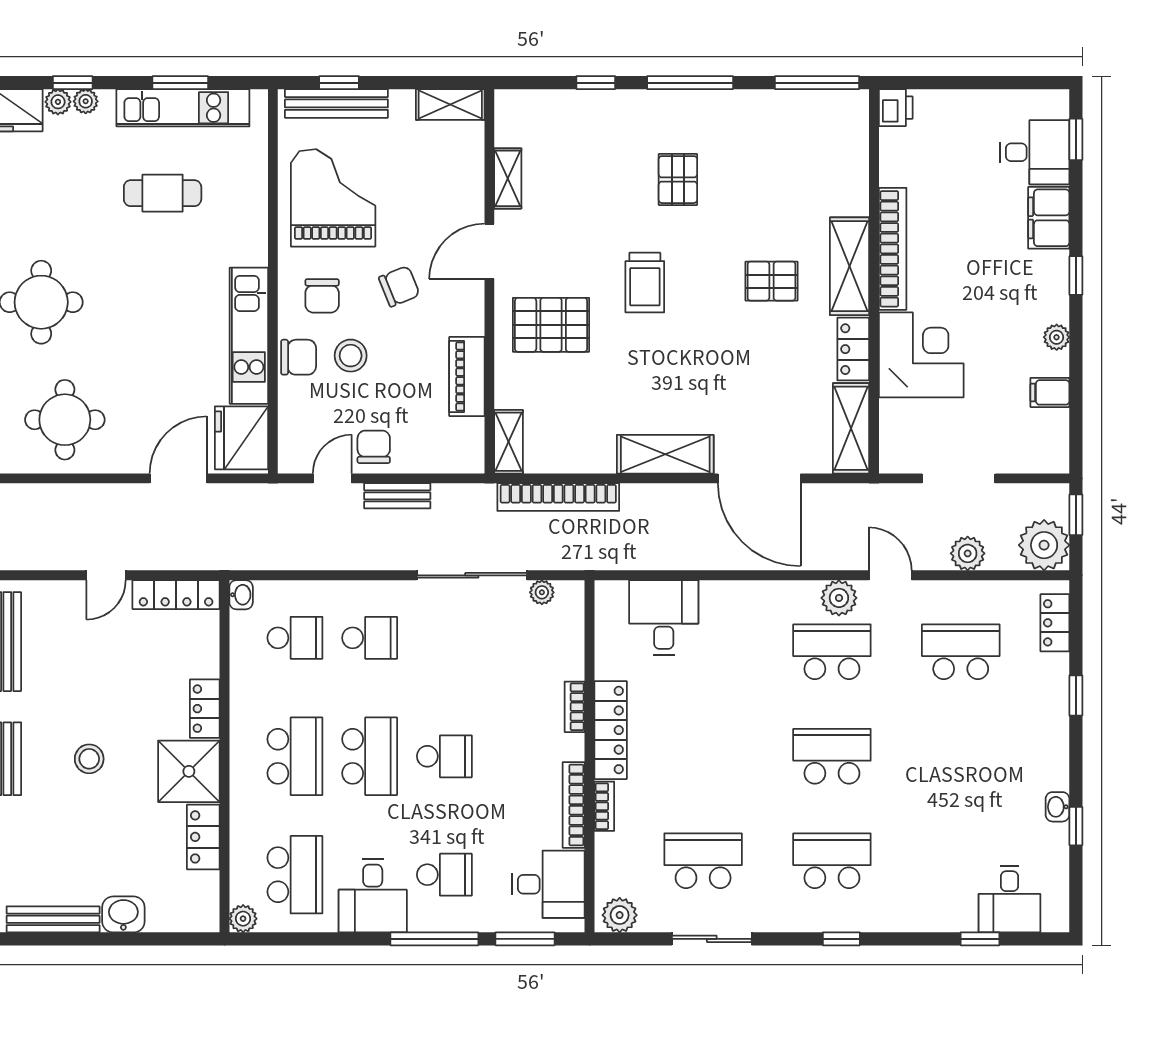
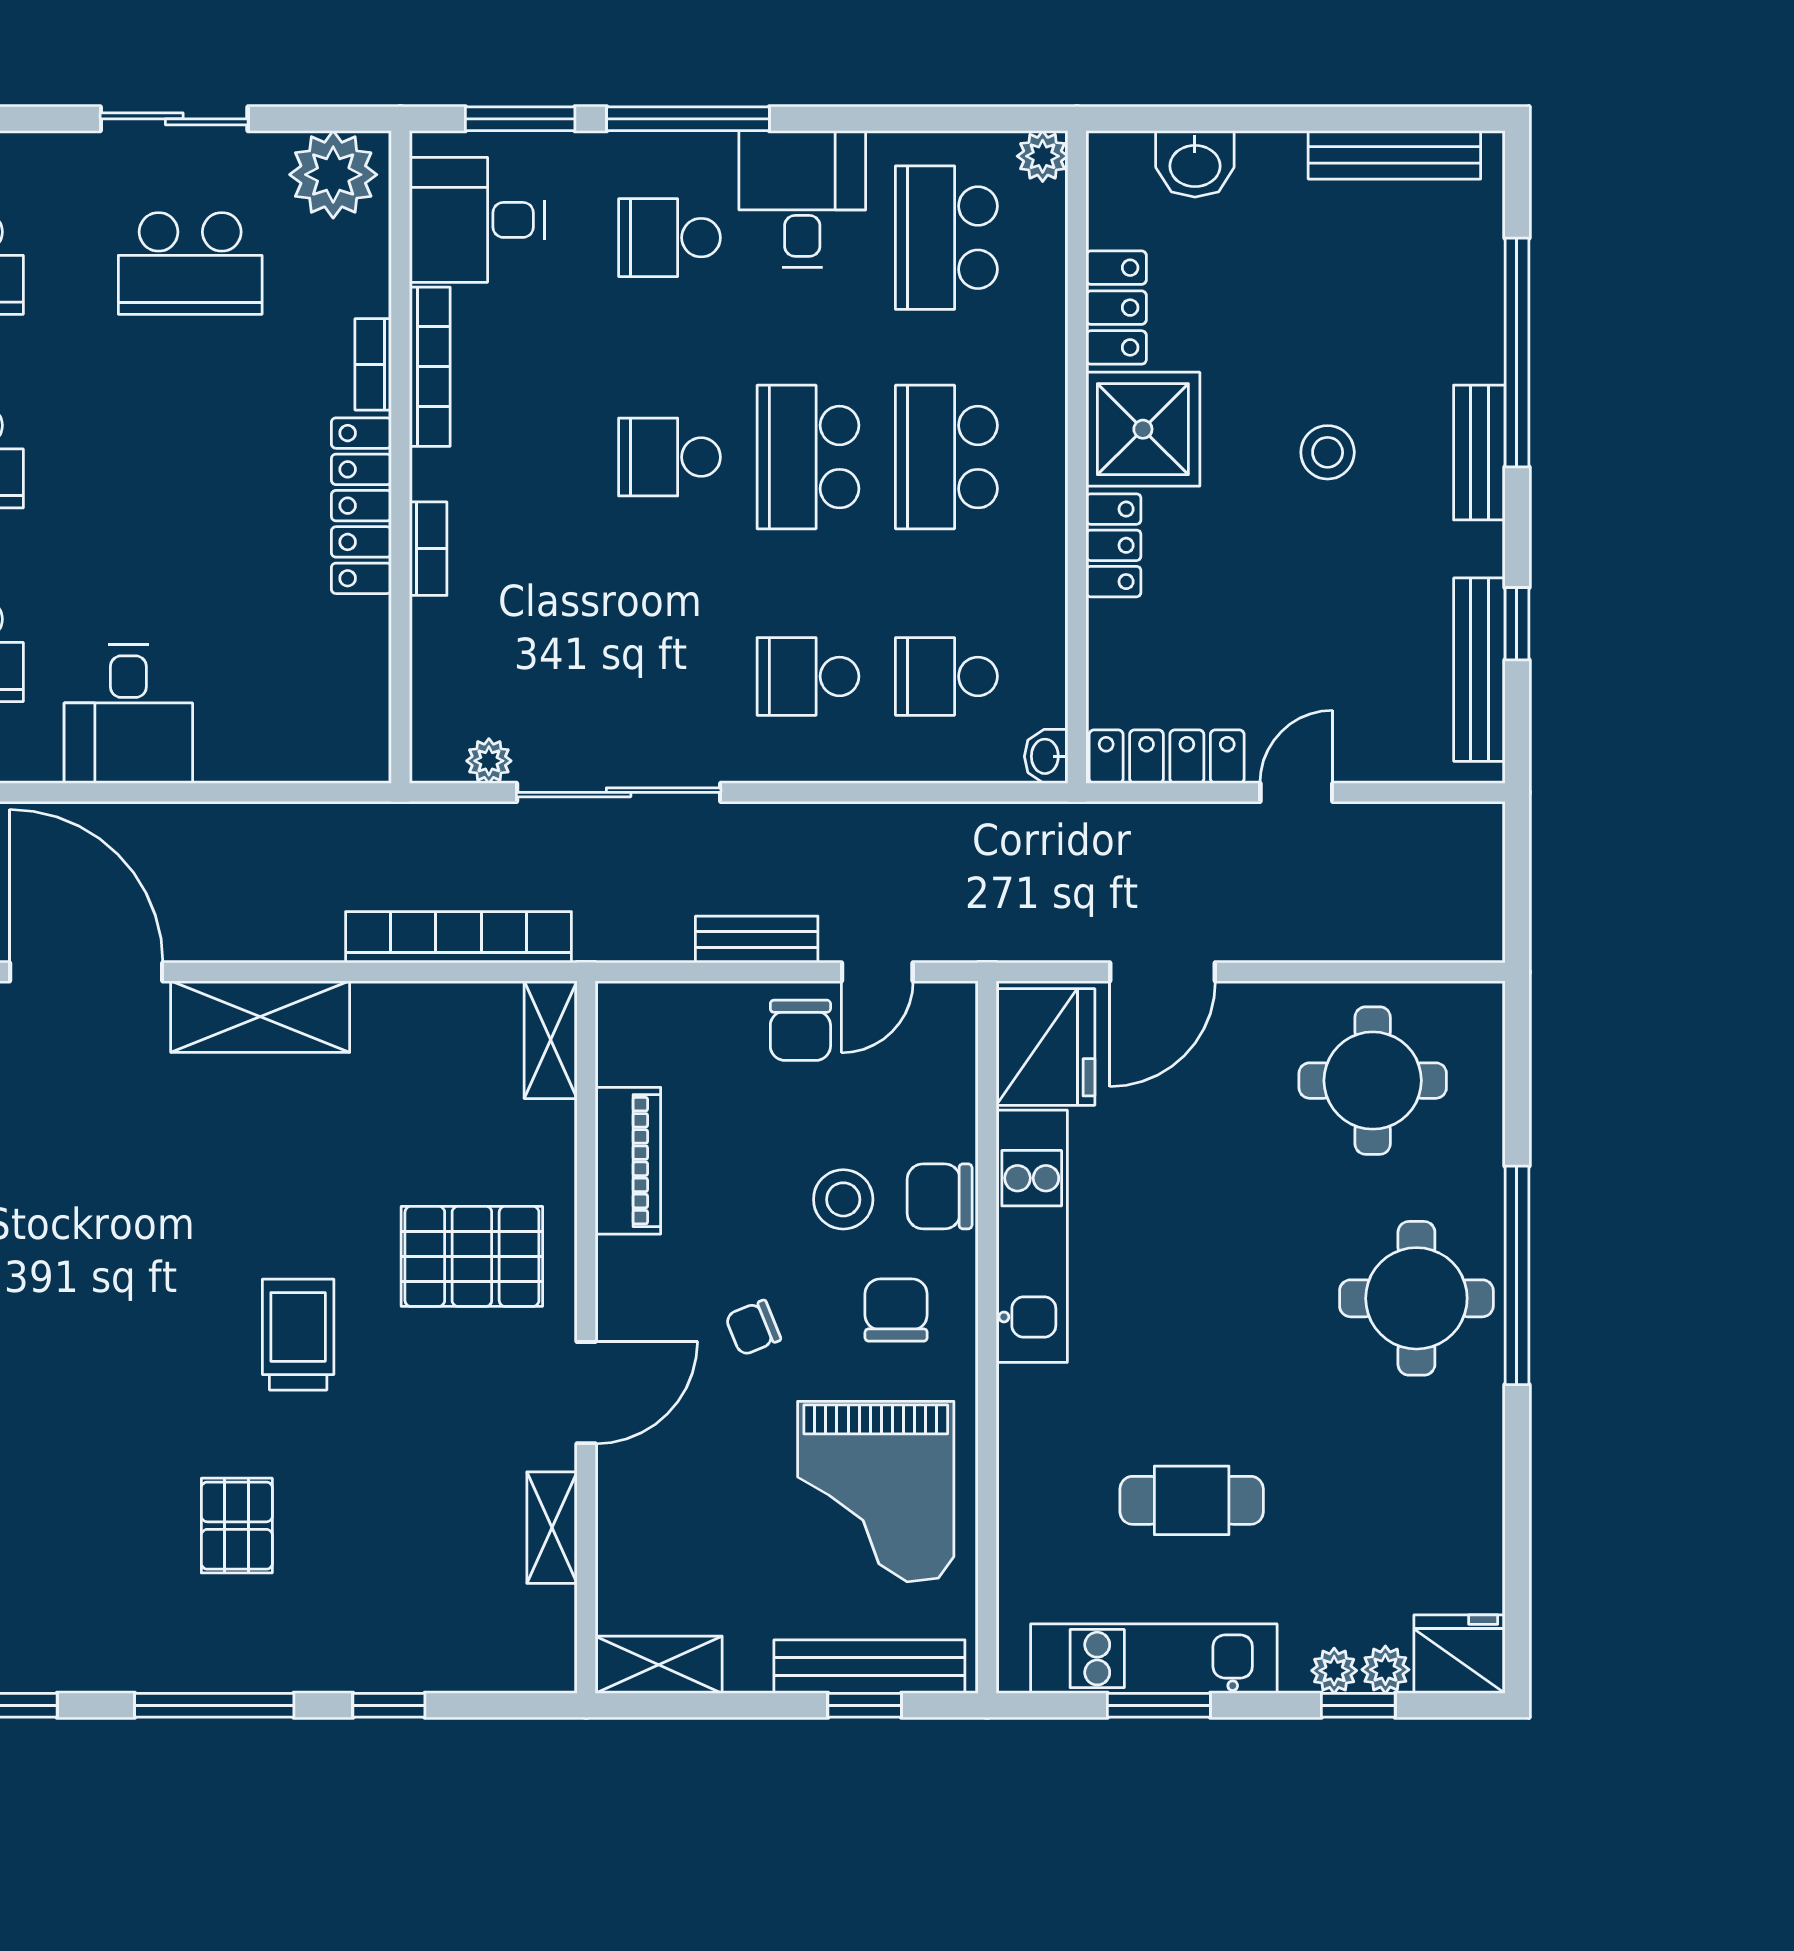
pallet: (771, 281) -> (63, 1337), removed
chair: (399, 286) -> (753, 1328), width x0.73, depth x0.73
desk: (664, 618) -> (128, 714), moved
washbasin: (123, 914) -> (1195, 164), moved
plant: (620, 915) -> (333, 175), width x1.36, depth x1.36

